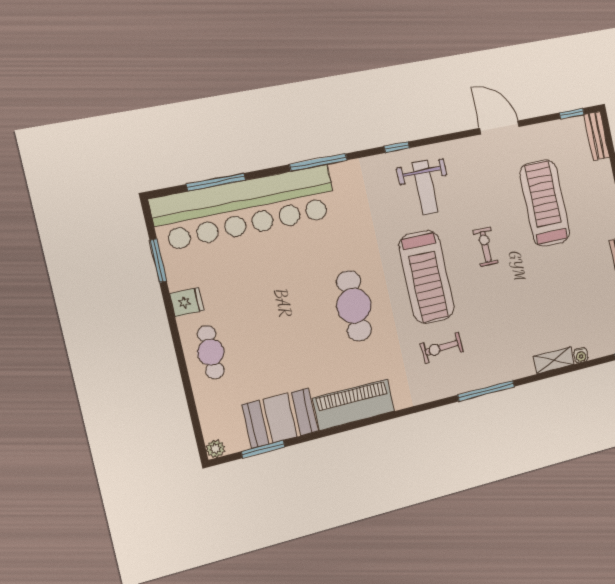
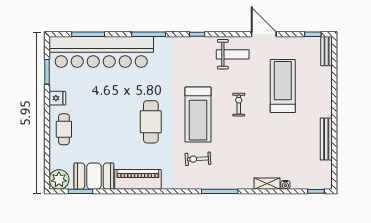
weight bench: (425, 187) -> (233, 54), moved, turned -90
plant: (215, 449) -> (59, 179), width x1.88, depth x1.88

